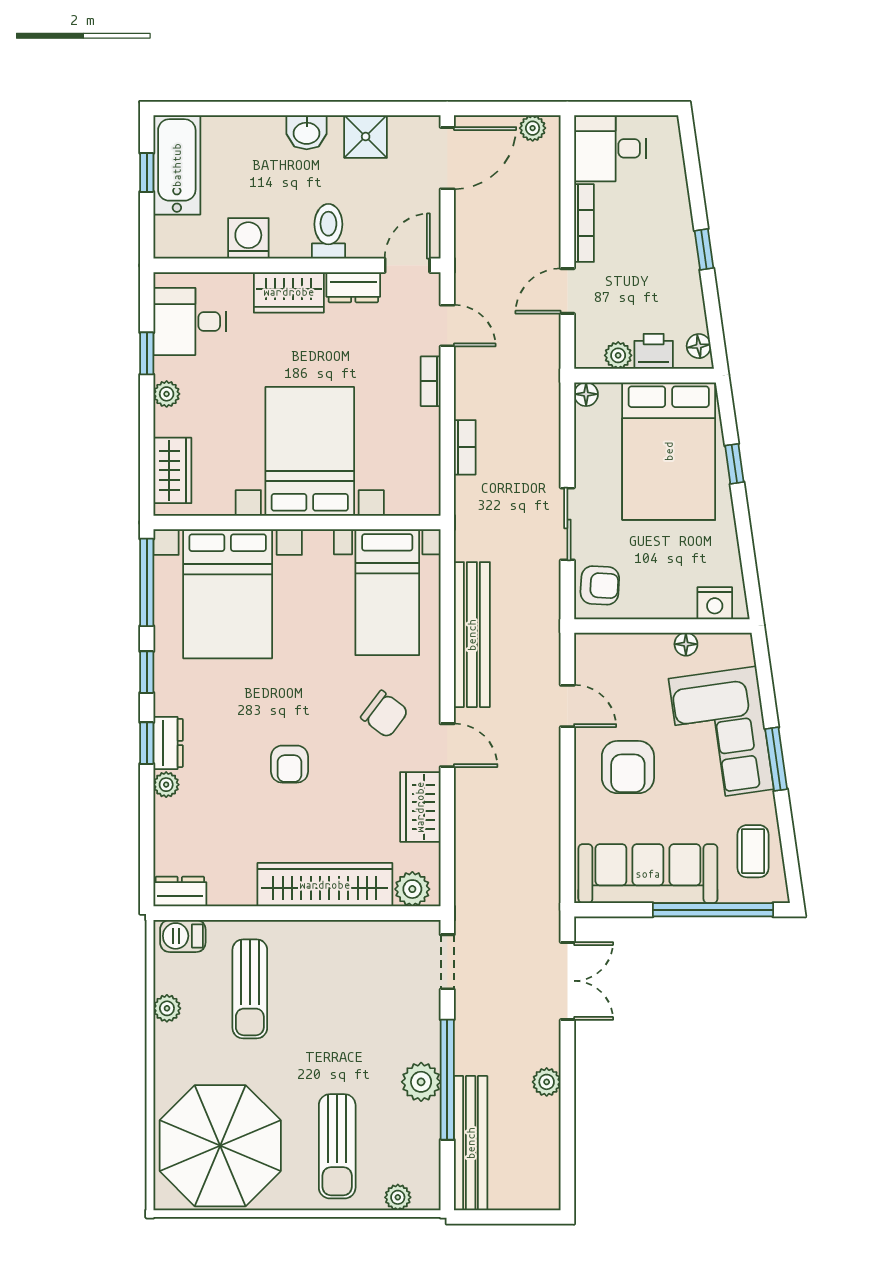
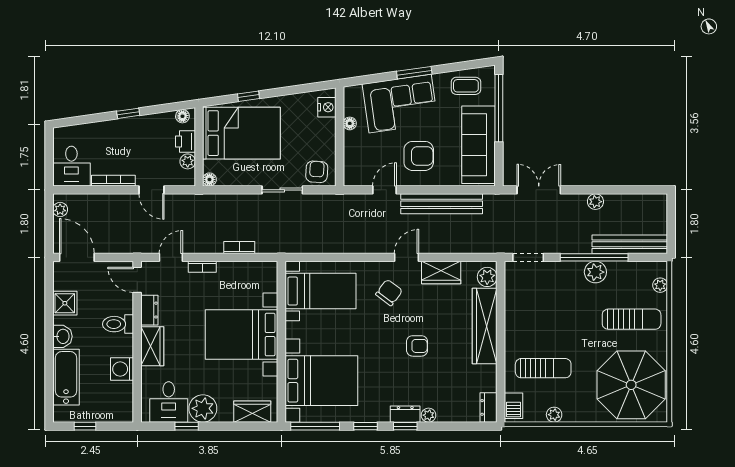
bathtub: (177, 165) -> (66, 377), moved, turned 90
plant: (167, 394) -> (203, 408), width x1.87, depth x1.87
bench: (472, 635) -> (442, 204), moved

